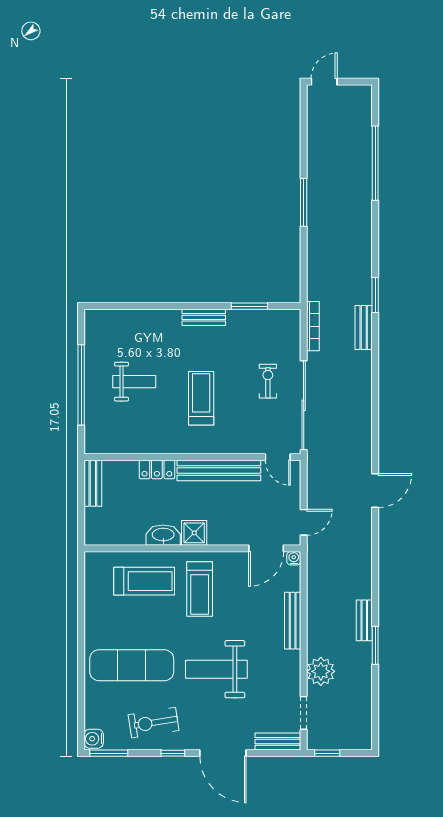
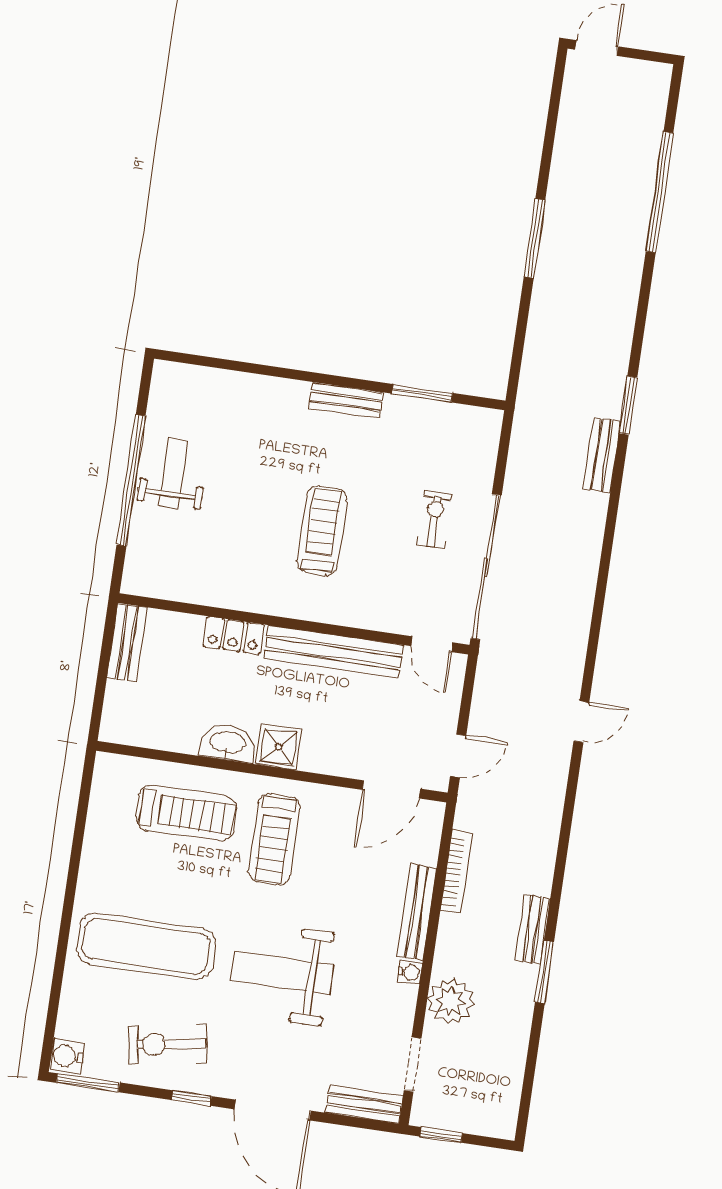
bookcase: (313, 326) -> (456, 872), moved
weight bench: (134, 382) -> (173, 473), moved, turned -90
door: (375, 491) -> (581, 722), width x0.73
water cooler: (294, 558) -> (410, 972), moved, turned 90

